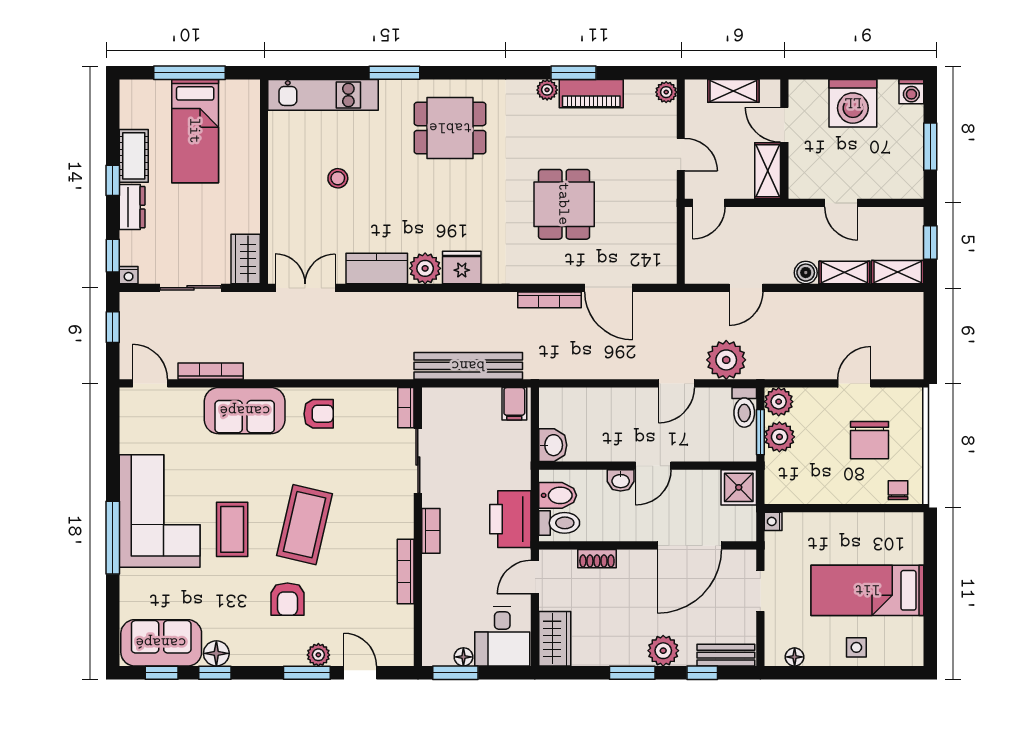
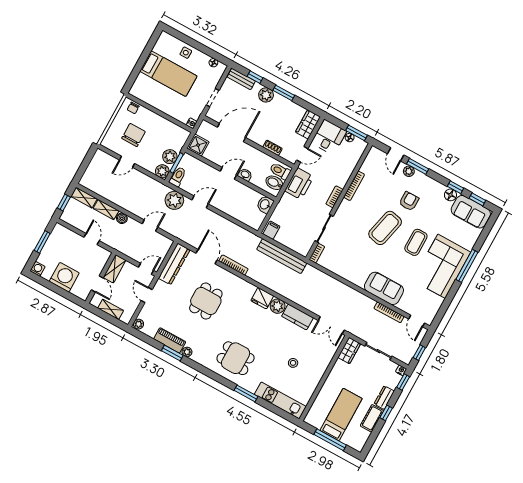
dresser: (661, 241) -> (174, 264), added
armchair: (319, 414) -> (354, 270), removed

